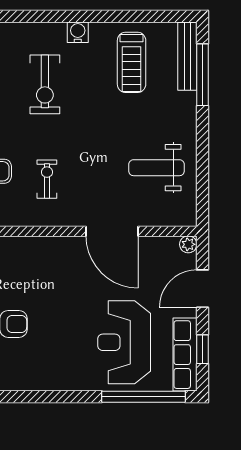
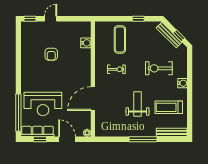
window: (203, 75) -> (143, 139), moved
weight bench: (157, 168) -> (138, 104), moved
reception desk: (124, 342) -> (43, 104), turned 180

